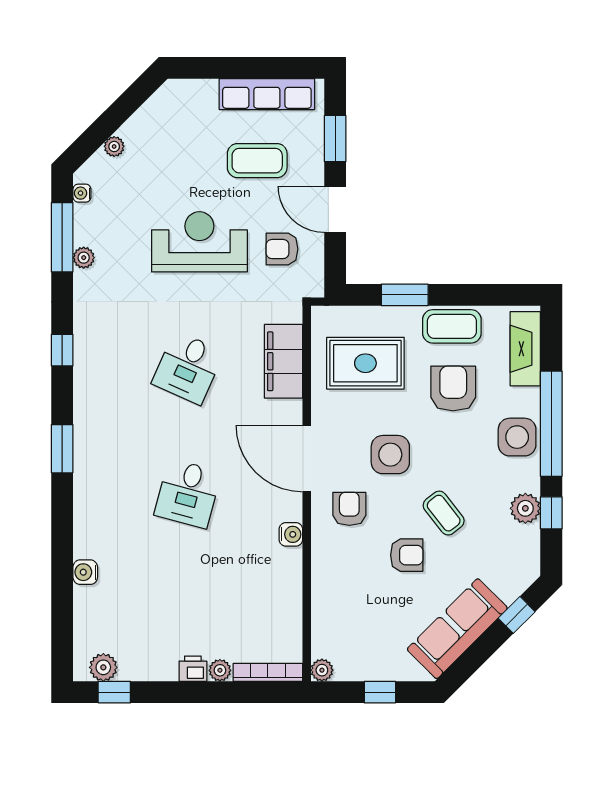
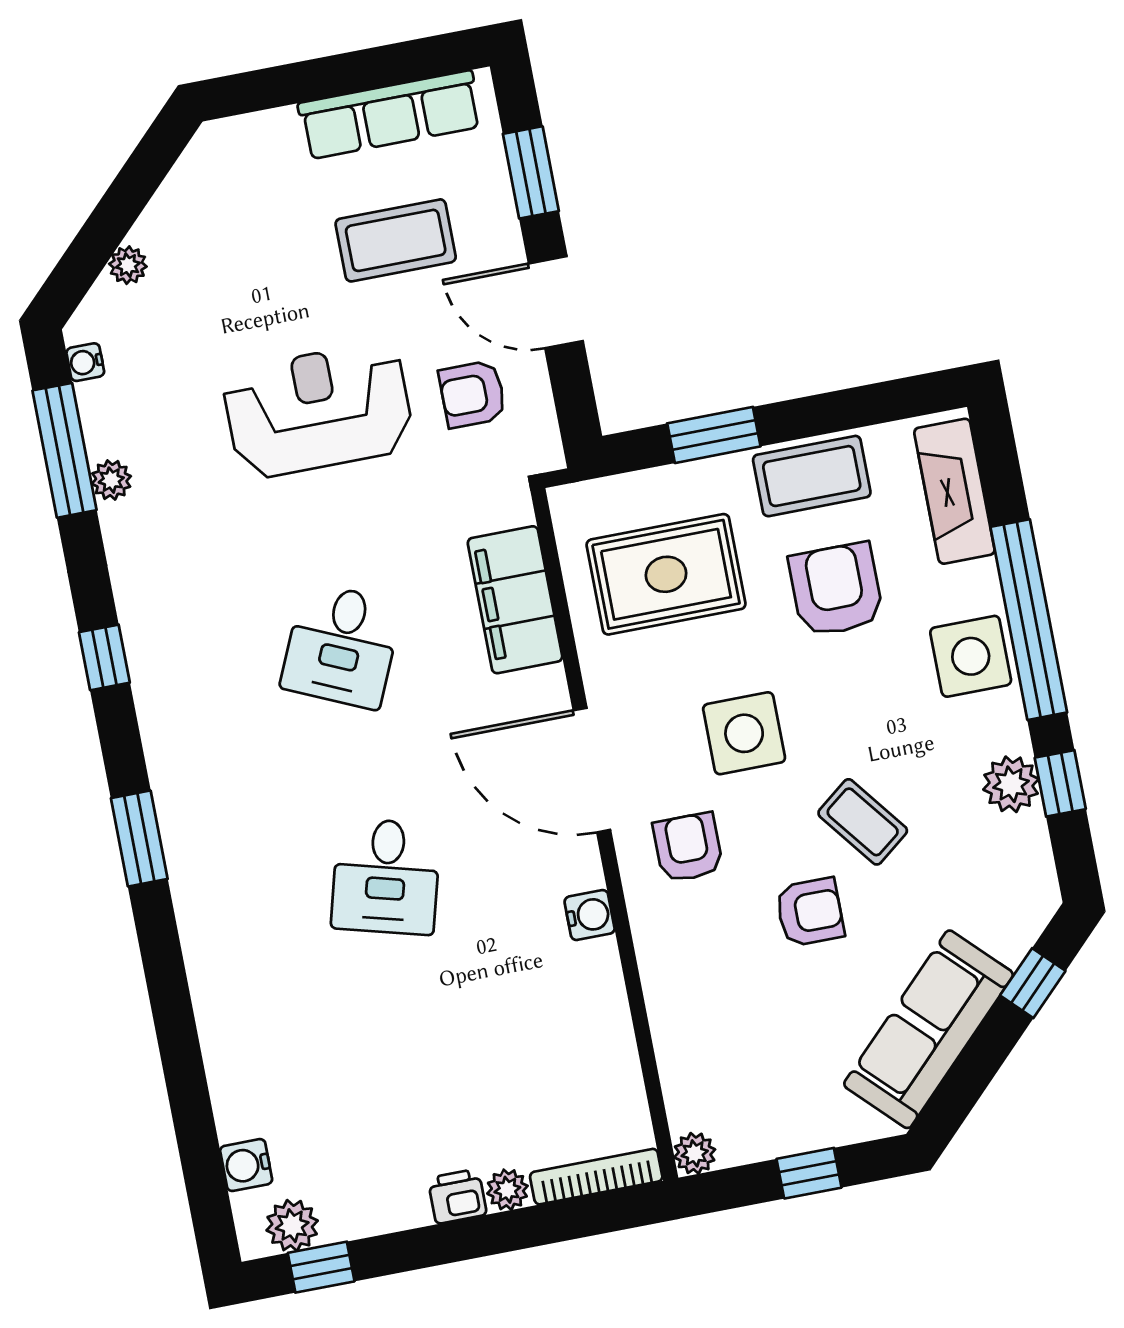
water cooler: (85, 572) -> (246, 1165), moved

